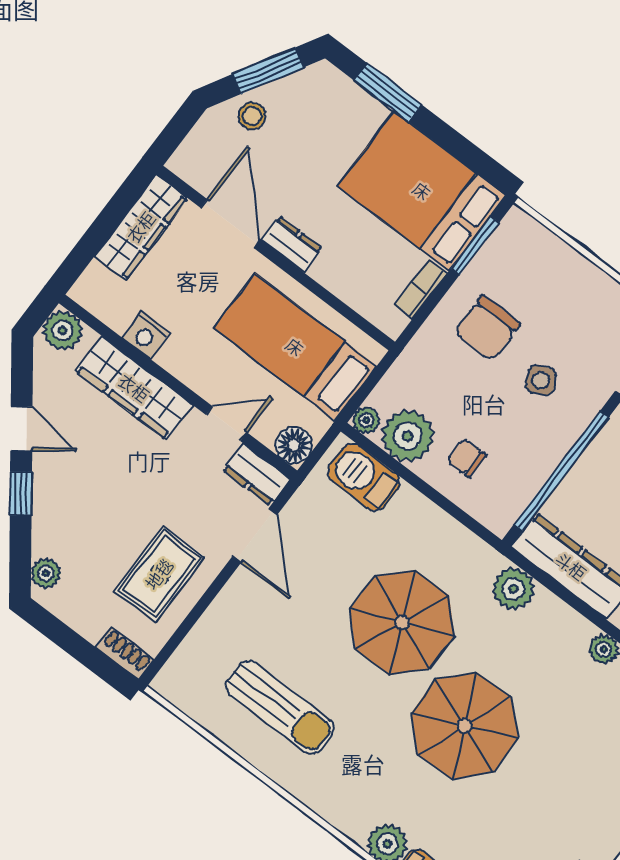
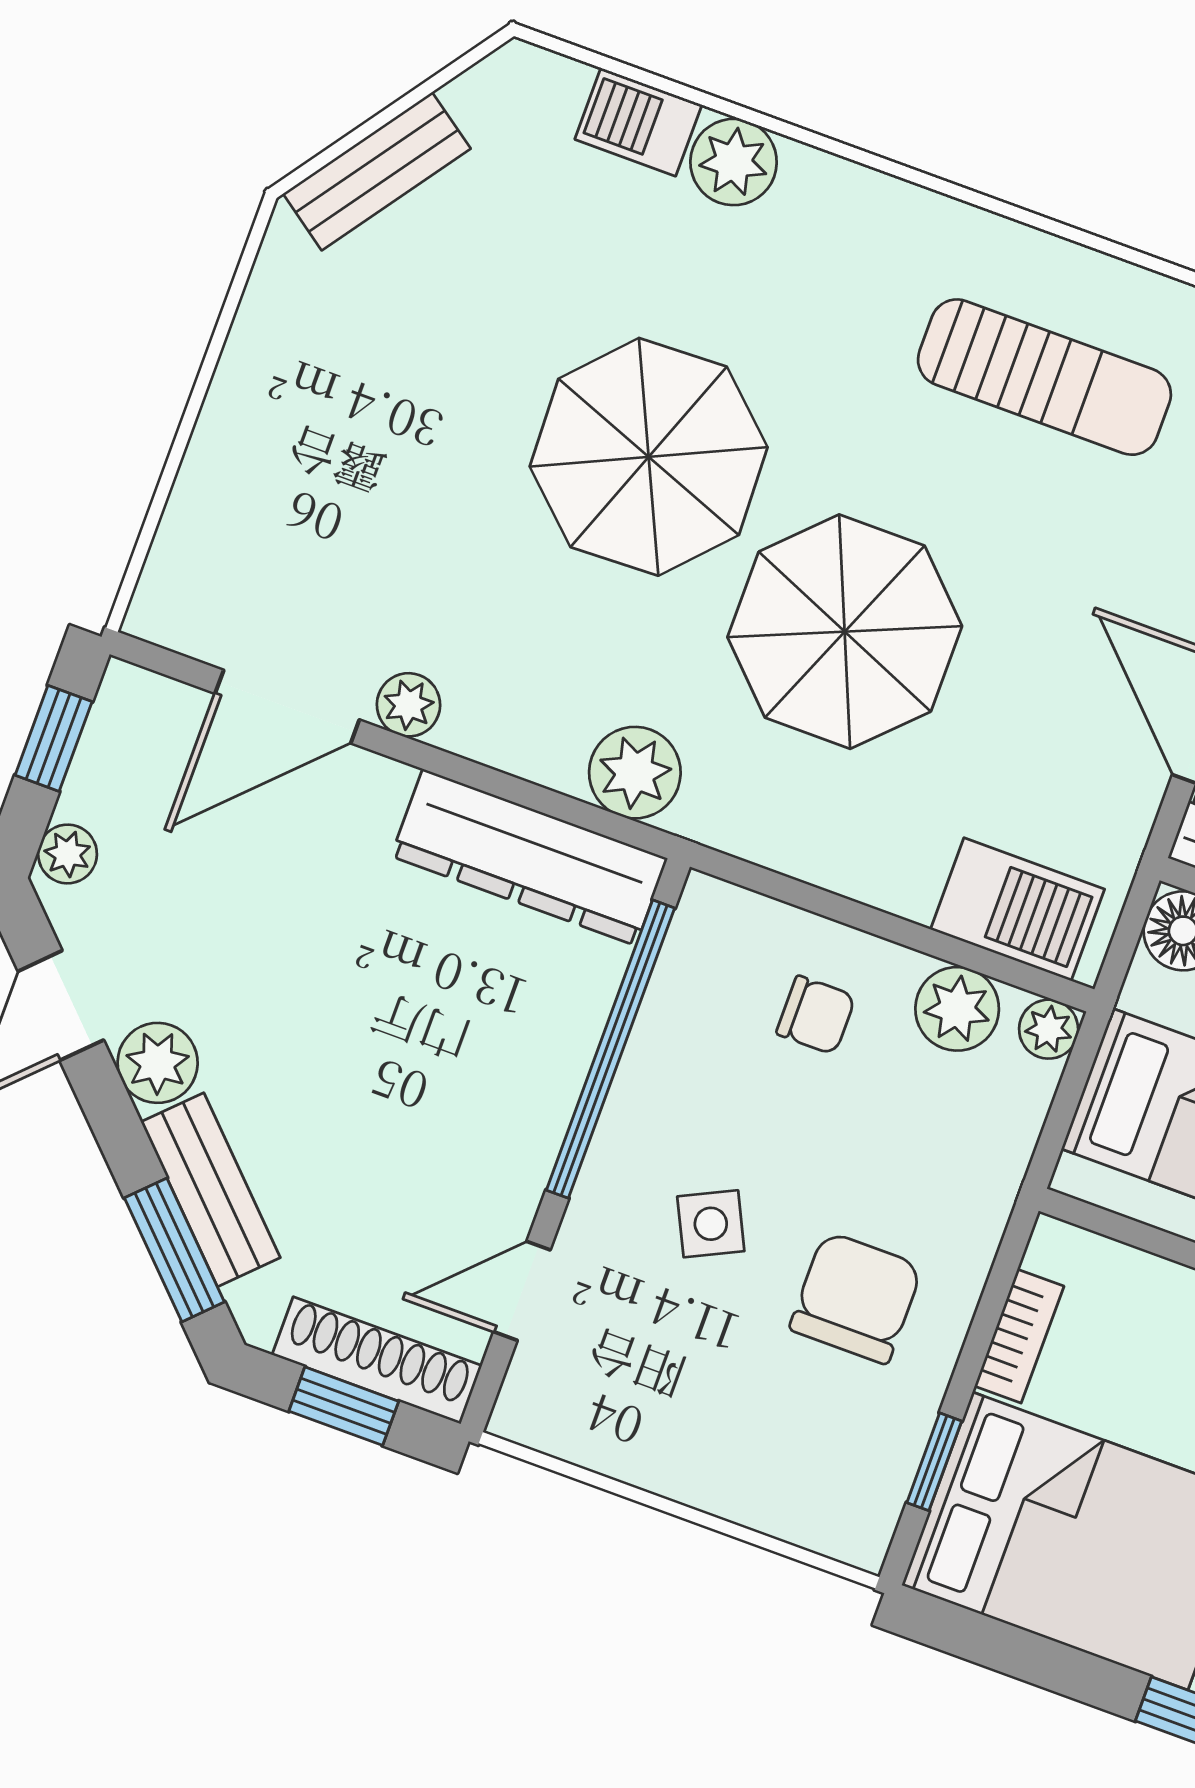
window: (475, 246) -> (934, 1462), width x0.67
plant: (408, 436) -> (957, 1009), width x0.73, depth x0.73
sun lounger: (280, 707) -> (1044, 377), turned 180

